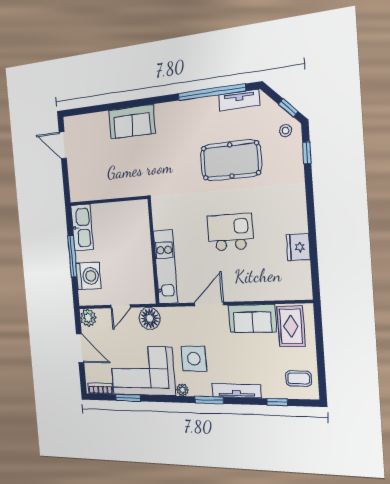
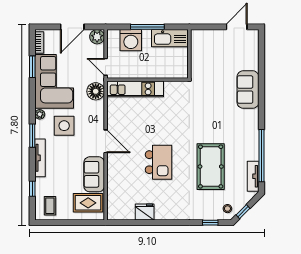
wall: (153, 251) -> (147, 80), moved
kitchen unit: (166, 267) -> (135, 89), moved

